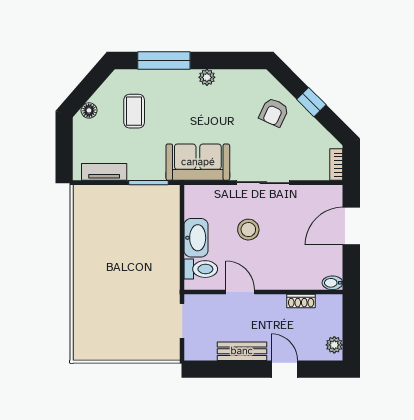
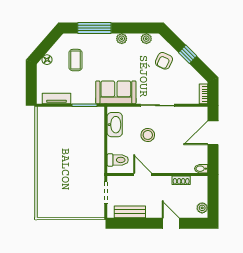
plant: (246, 77) -> (146, 39), added
washbasin: (196, 238) -> (115, 125), moved
bench: (242, 351) -> (130, 212), moved

